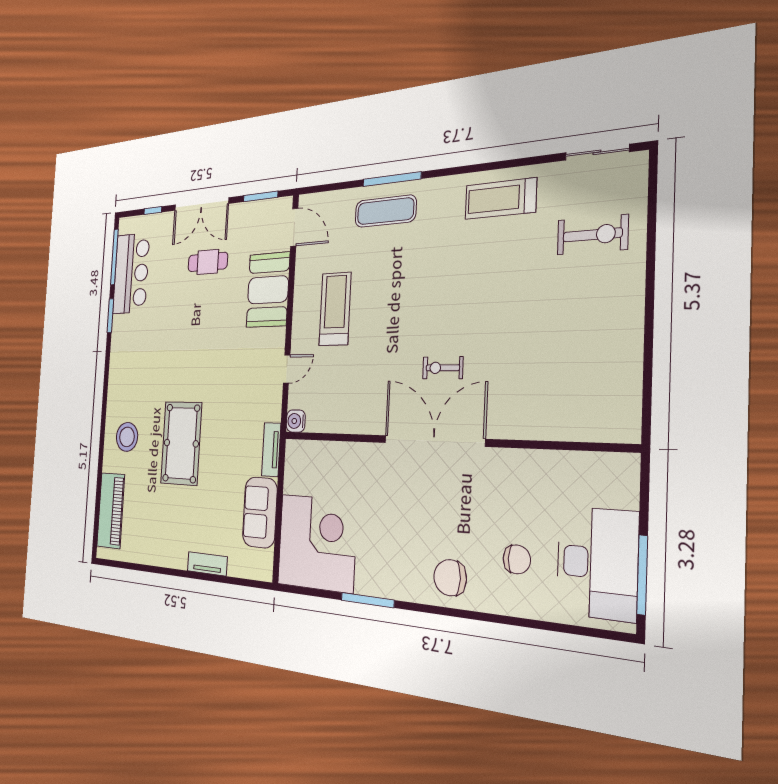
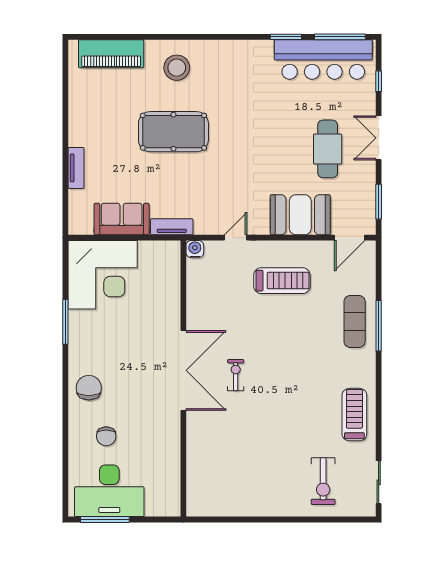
double door: (201, 204) -> (379, 138), width x0.73
cafe table: (208, 262) -> (328, 149), width x1.37, depth x1.35
bar counter: (131, 273) -> (323, 59), width x1.36
door: (287, 369) -> (236, 238), swing flipped

